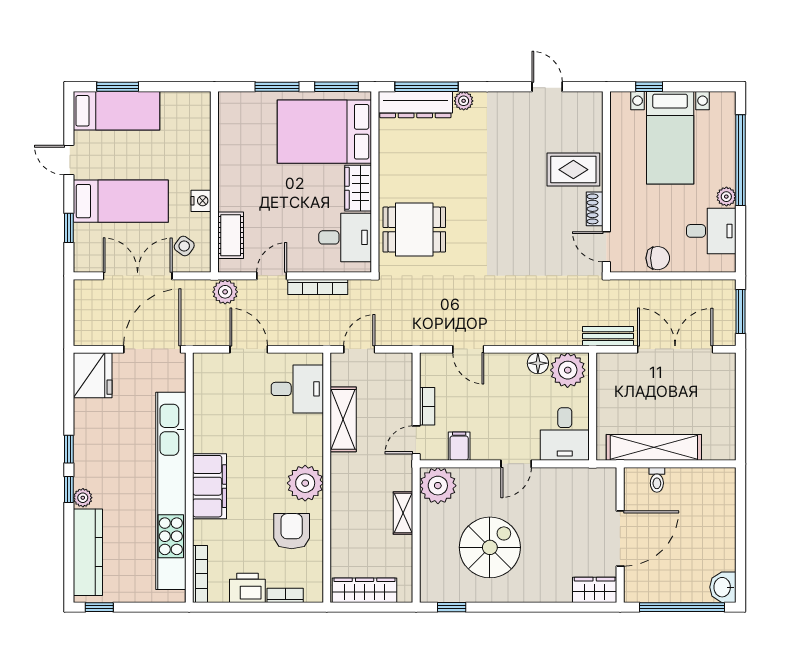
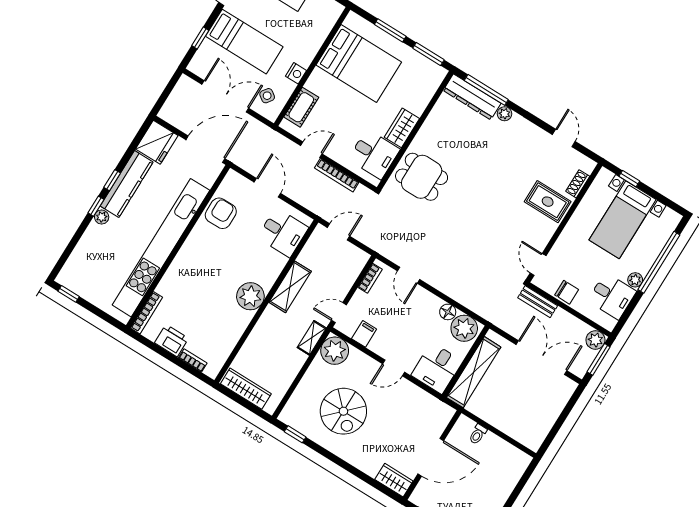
bed: (324, 132) -> (359, 64), moved, turned 180
shoe rack: (595, 209) -> (578, 184), moved
plant: (225, 292) -> (595, 340), moved
bench: (608, 336) -> (538, 302), moved
bookcase: (427, 406) -> (370, 278), moved
shelving: (343, 419) -> (290, 287), moved
shelving: (654, 447) -> (474, 372), moved, turned 90
filing cabinet: (210, 486) -> (188, 260), removed
shelving: (403, 513) -> (312, 338), moved
armchair: (292, 531) -> (221, 213), moved
spiral stairs: (490, 547) -> (343, 411), turned 90
kitchen counter: (88, 552) -> (127, 184), moved

